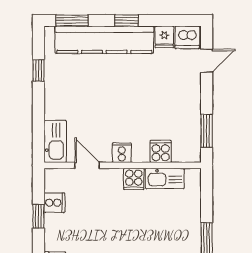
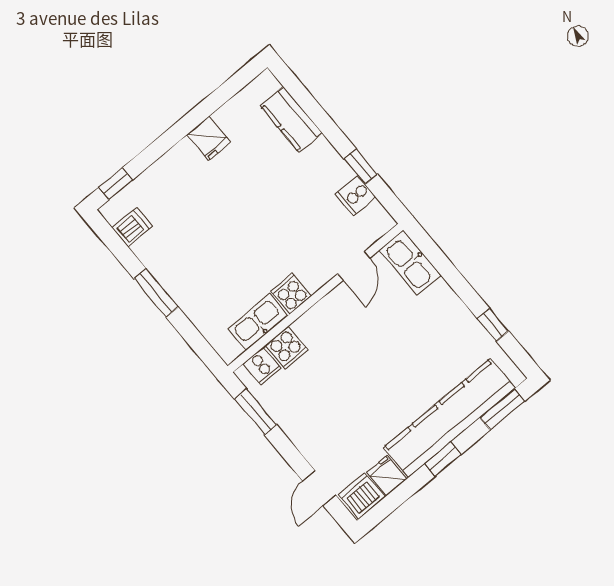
cooker: (122, 153) -> (262, 366), moved
door: (87, 165) -> (354, 266), hinge flipped

